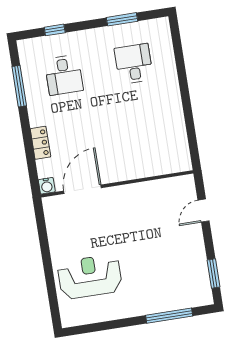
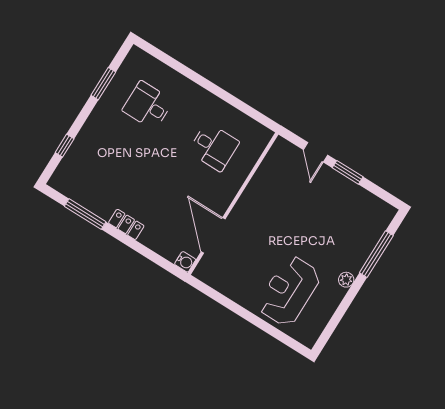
desk: (64, 75) -> (214, 147), moved
locker: (40, 143) -> (126, 224), moved
window: (213, 274) -> (348, 172), moved
plant: (133, 310) -> (346, 280), added

